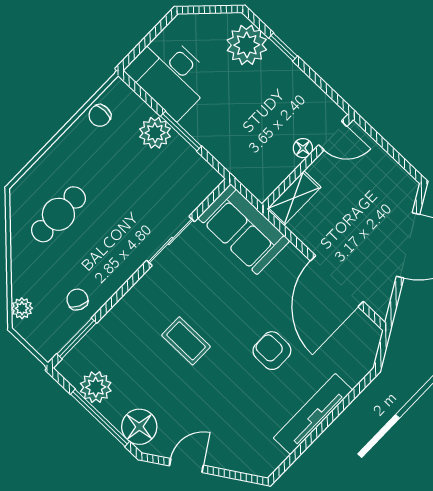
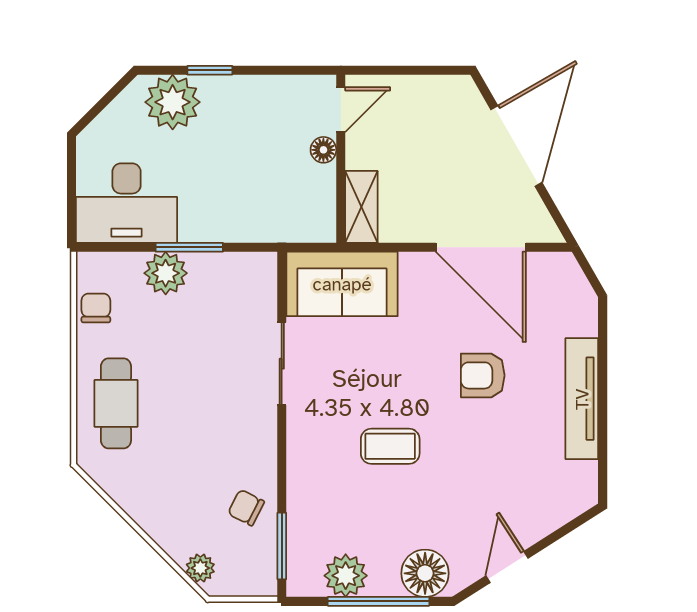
chair: (100, 116) -> (96, 308), turned 180
cafe table: (58, 214) -> (116, 403), moved

